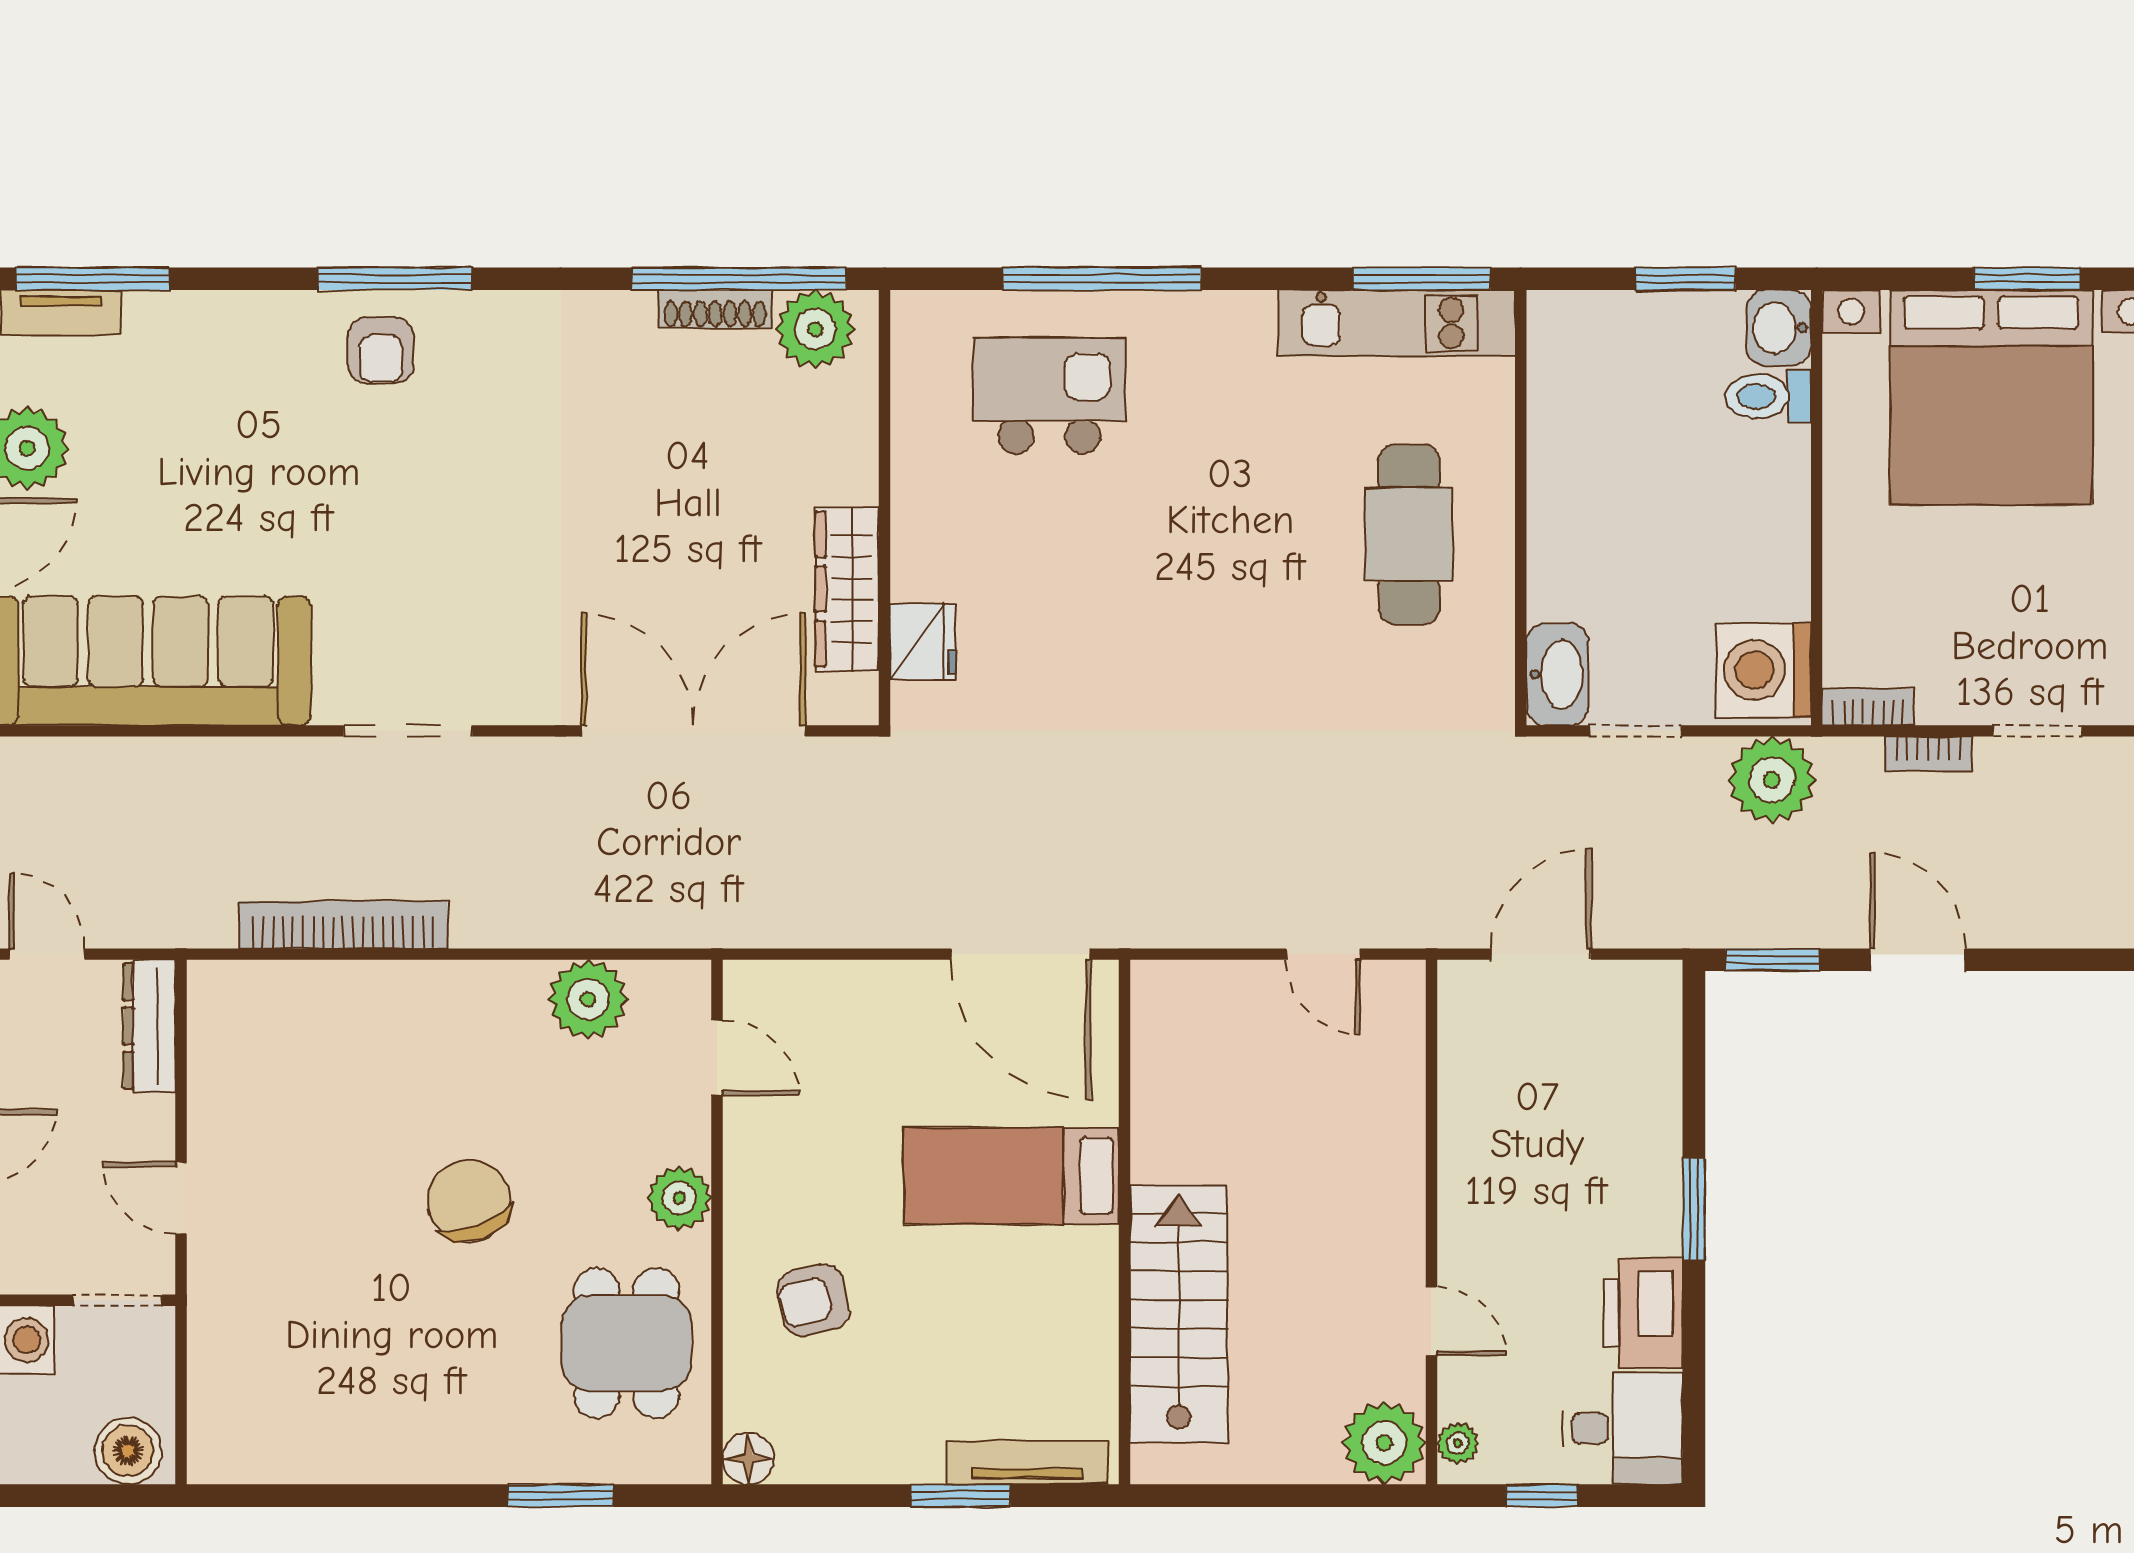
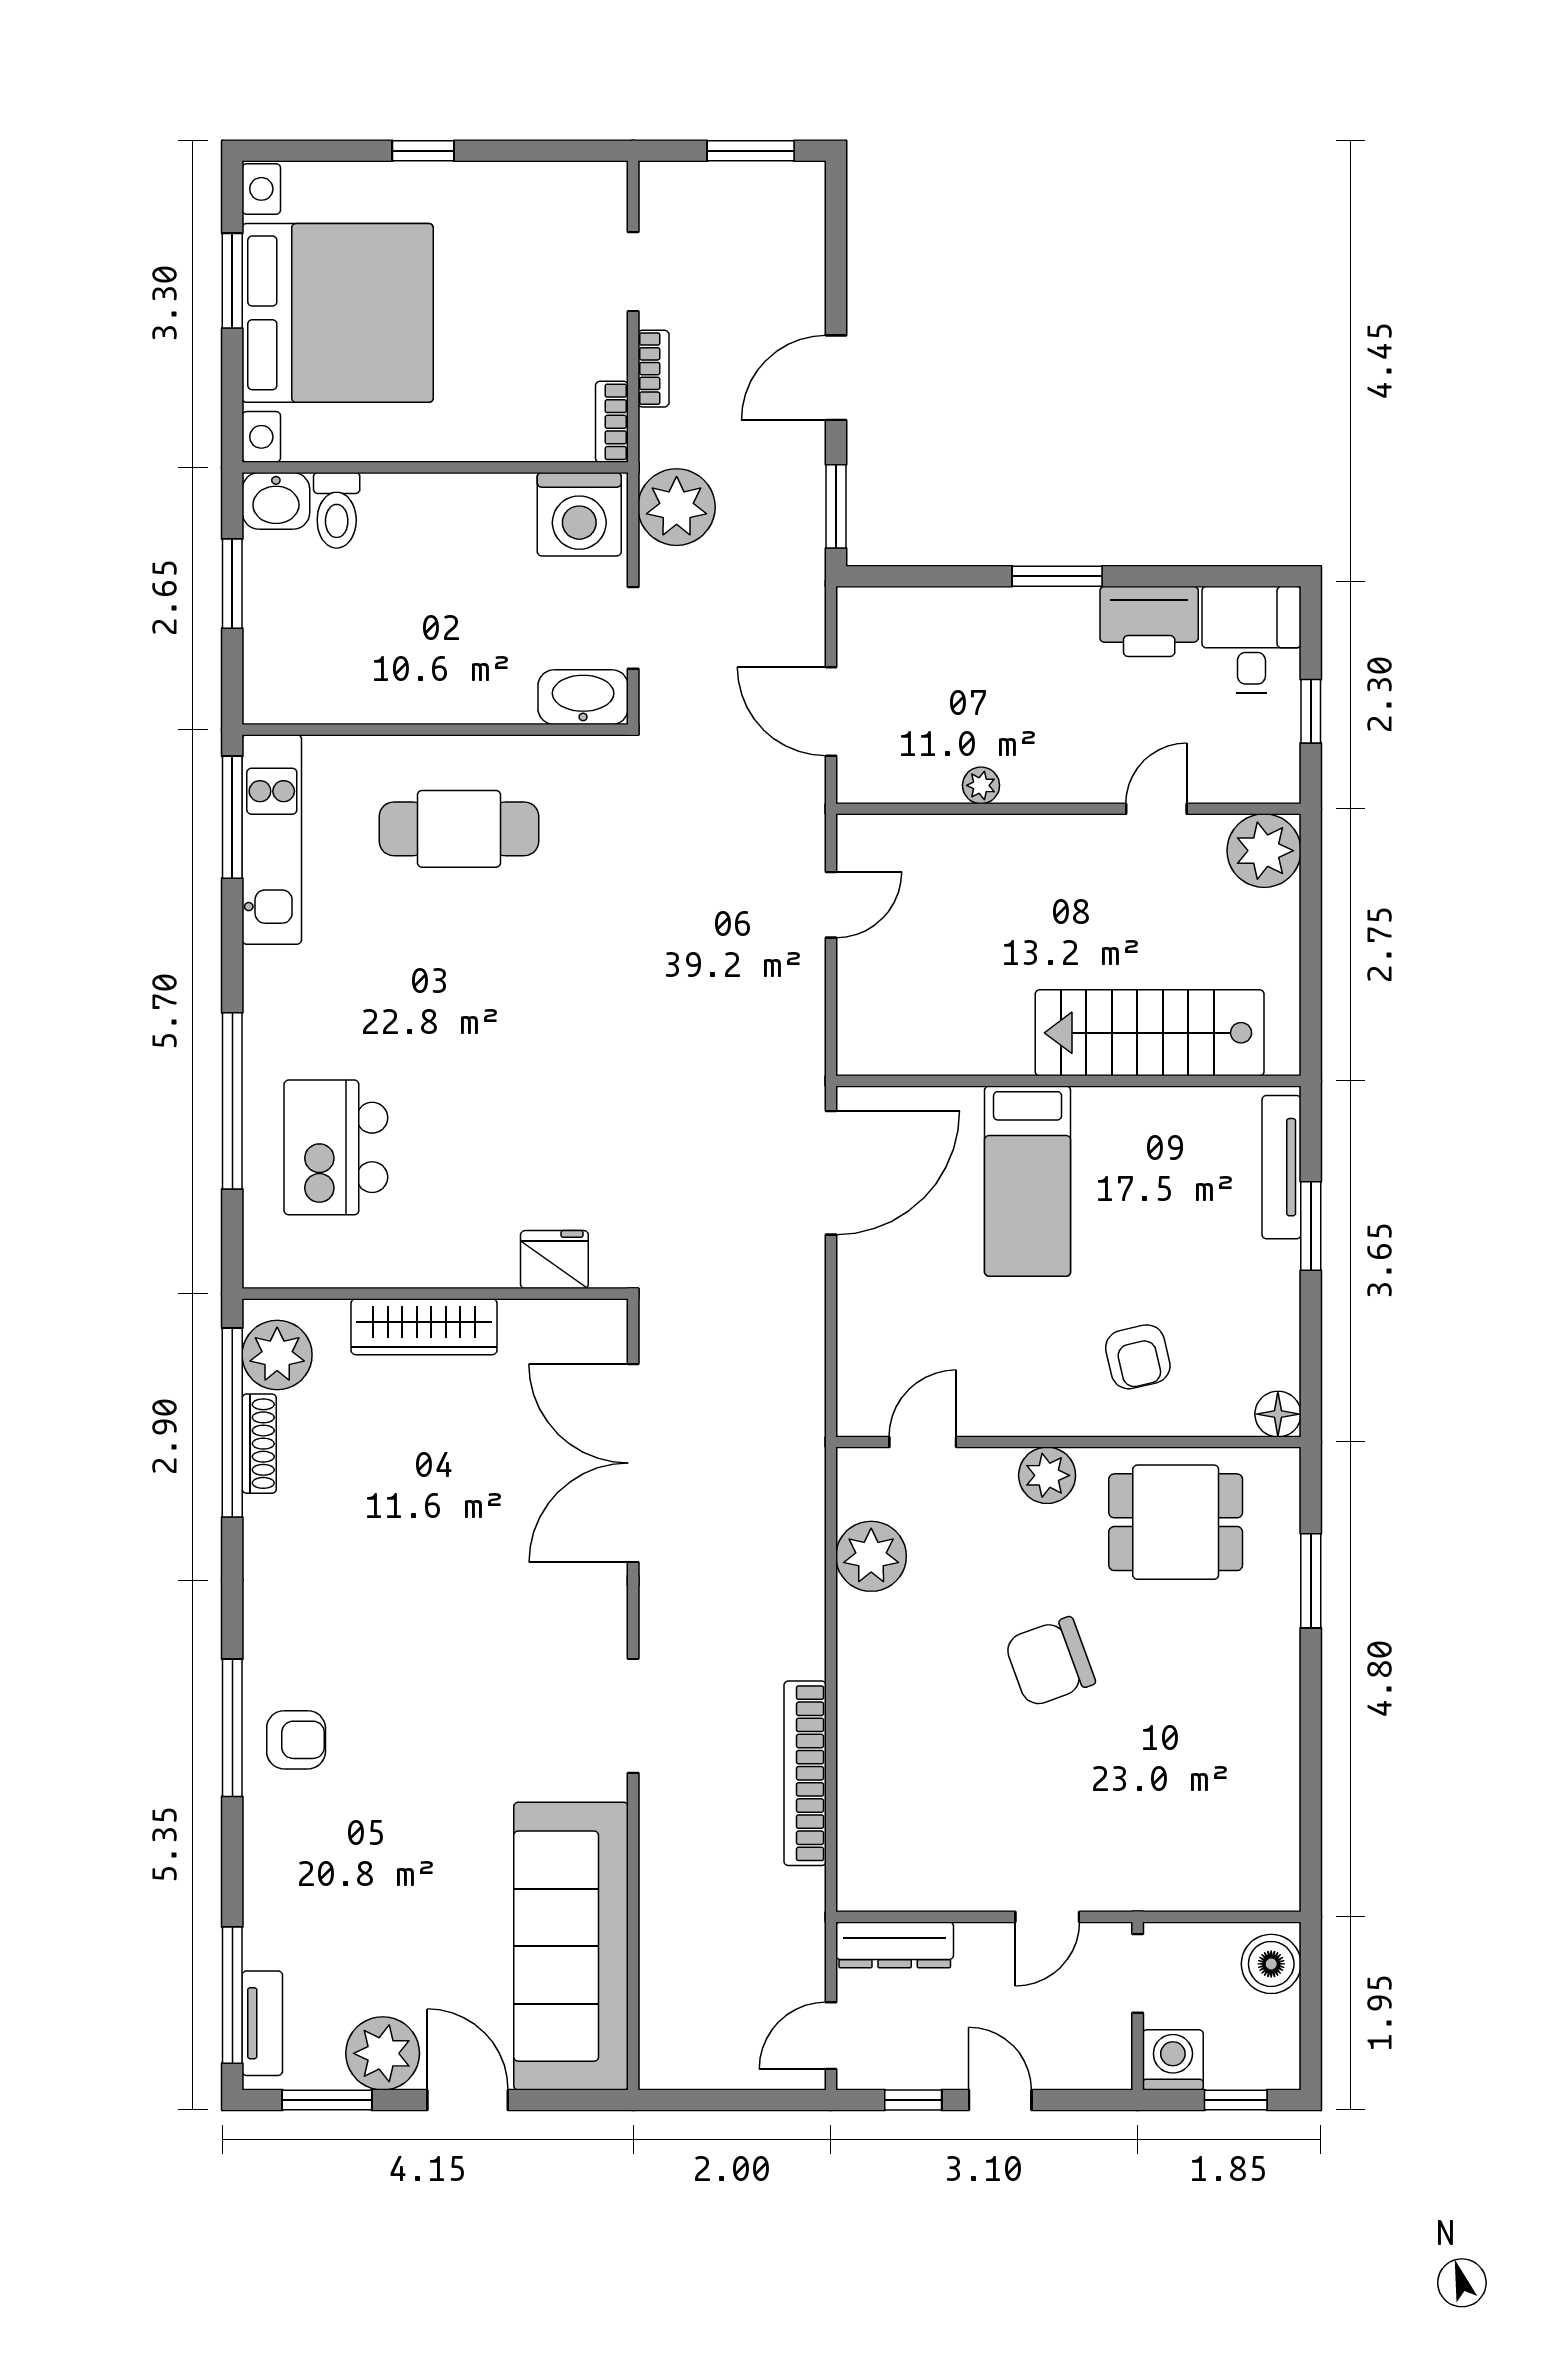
wardrobe: (847, 589) -> (424, 1327), moved
plant: (1458, 1443) -> (981, 785), moved

